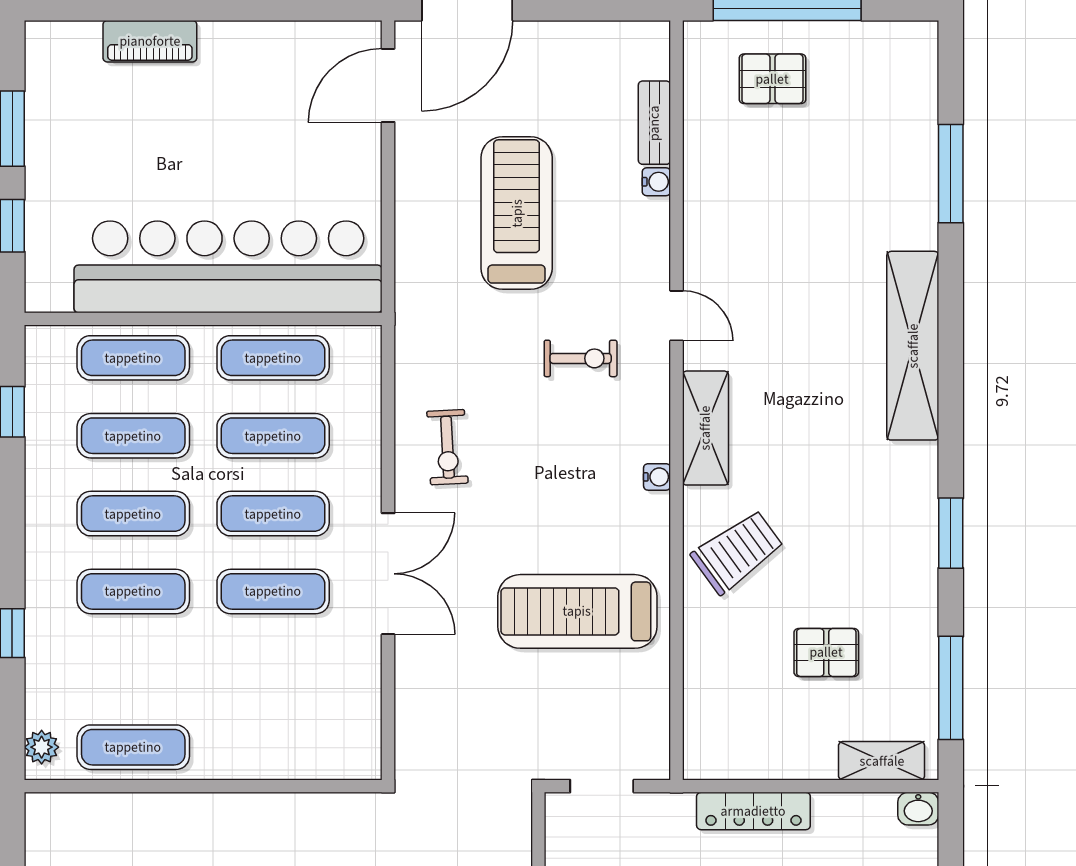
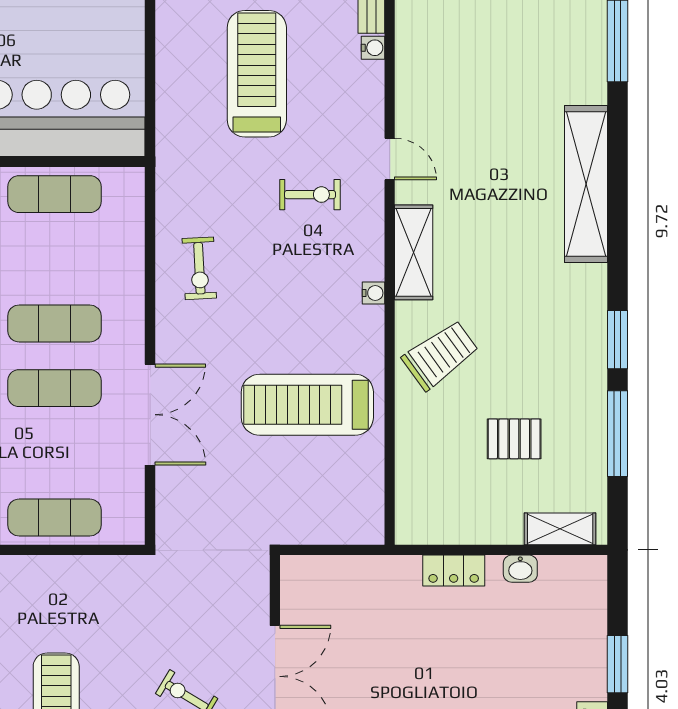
exercise mat: (273, 436) -> (54, 518), moved
double door: (388, 574) -> (150, 415), moved
window: (951, 688) -> (618, 434), moved
doorway: (602, 786) -> (328, 550), removed
washbasin: (918, 809) -> (520, 569), moved
locker: (753, 811) -> (454, 571), width x0.66

